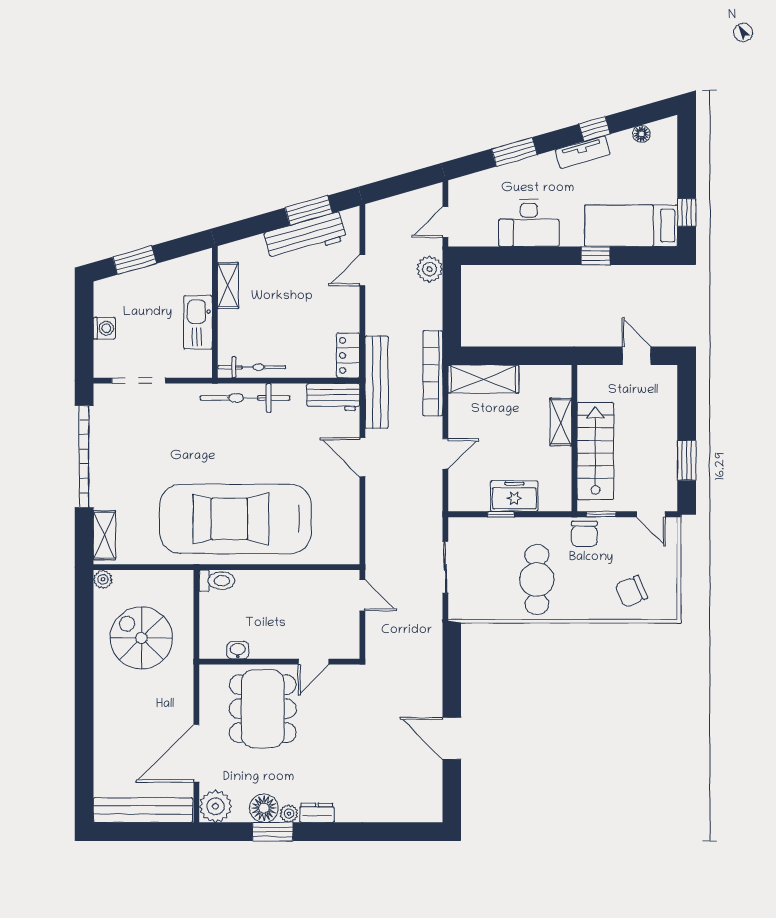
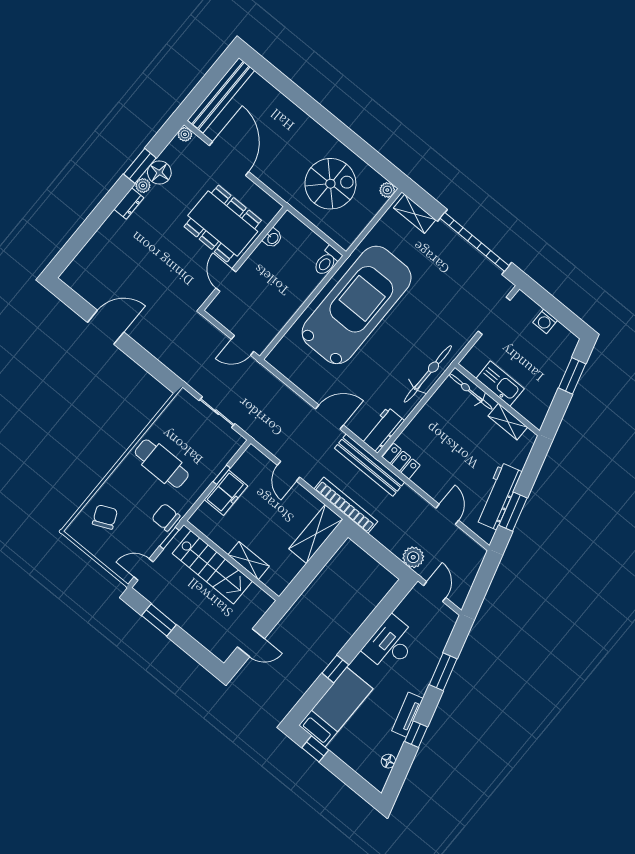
bicycle: (252, 367) -> (471, 391), moved, turned 90
plant: (215, 806) -> (185, 134), width x0.53, depth x0.53

